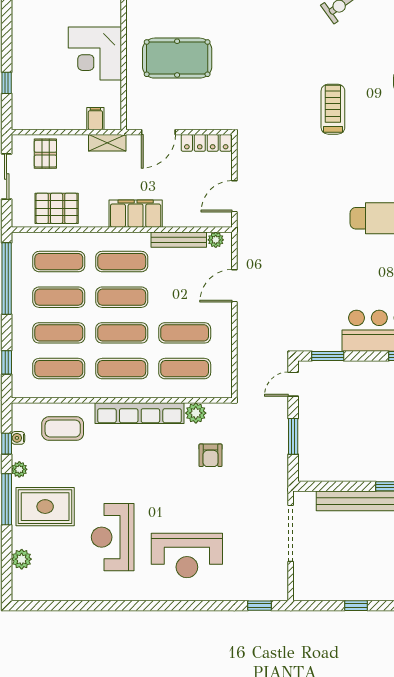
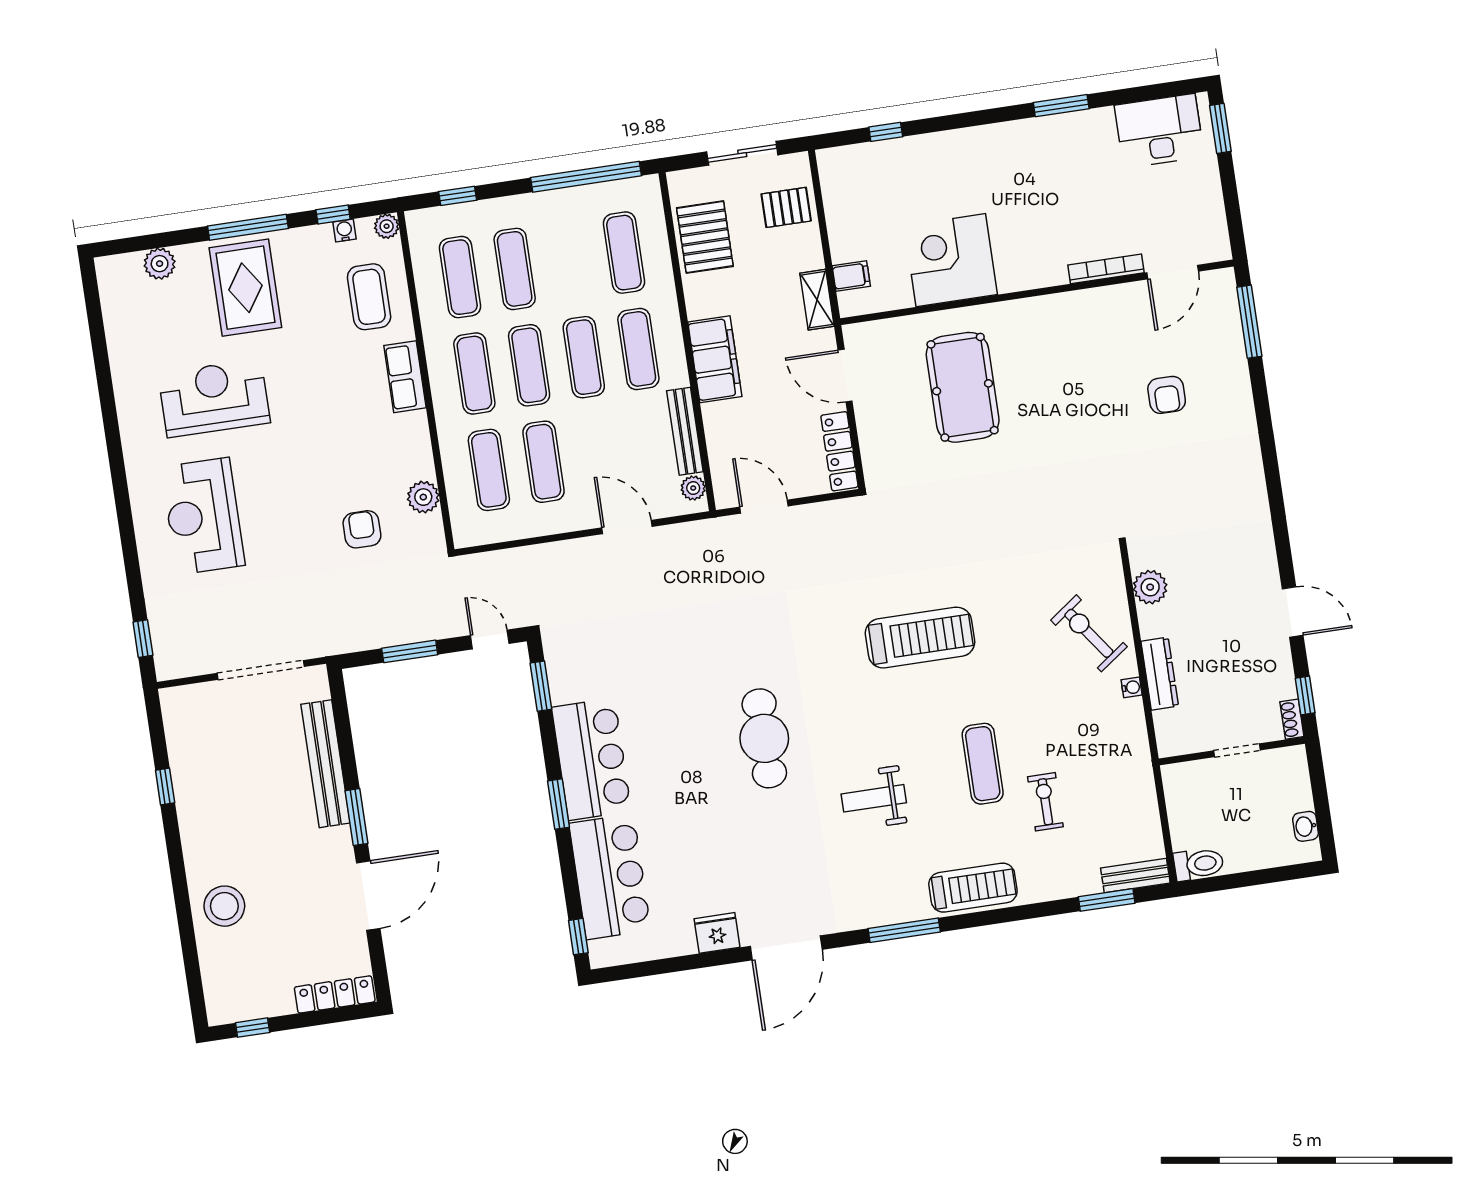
treadmill: (333, 109) -> (920, 638), width x1.37, depth x1.38
exercise mat: (59, 297) -> (569, 261), removed
row of seats: (140, 413) -> (405, 377), width x0.50
armchair: (211, 455) -> (362, 529), turned 90
plant: (19, 469) -> (387, 226), moved

